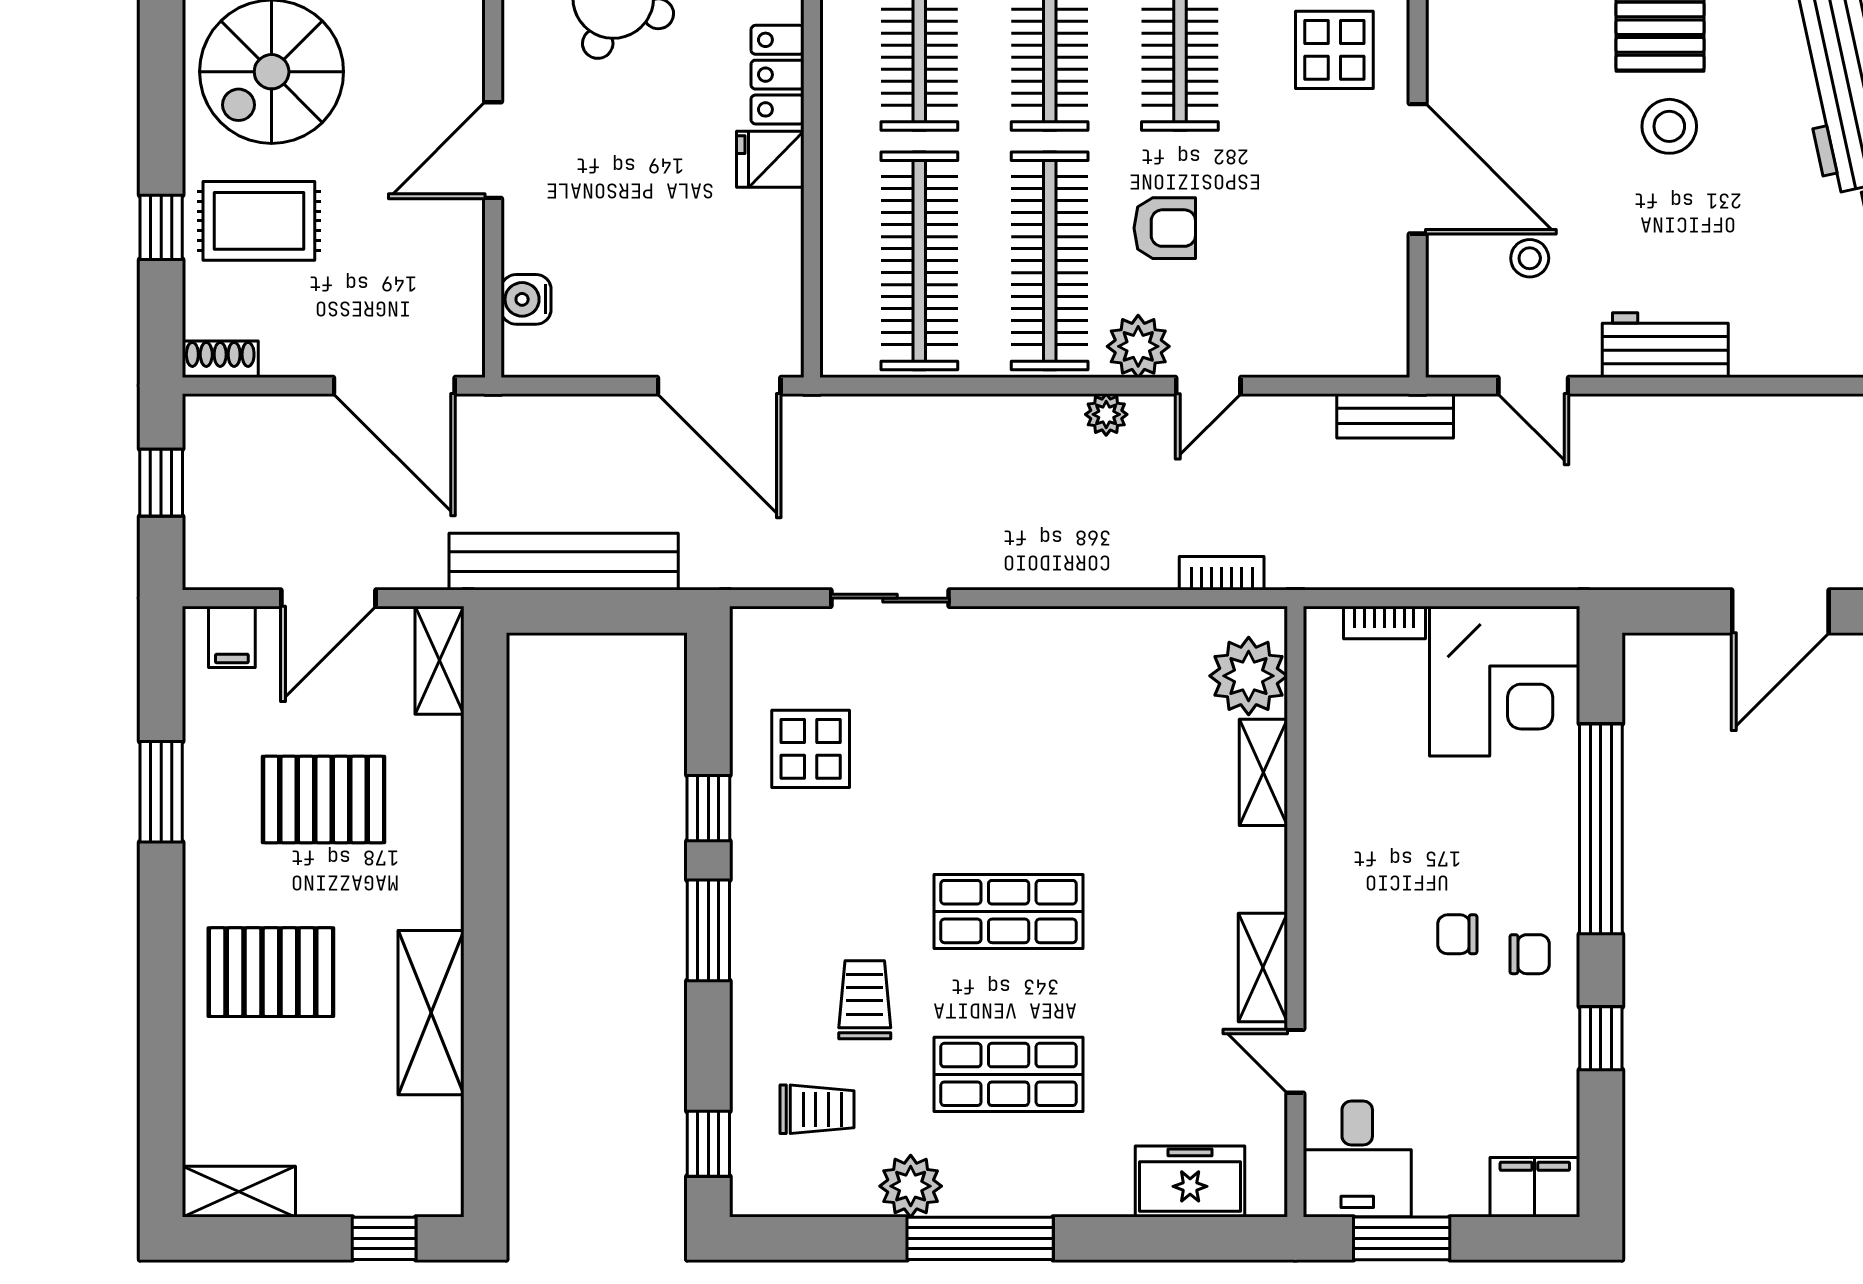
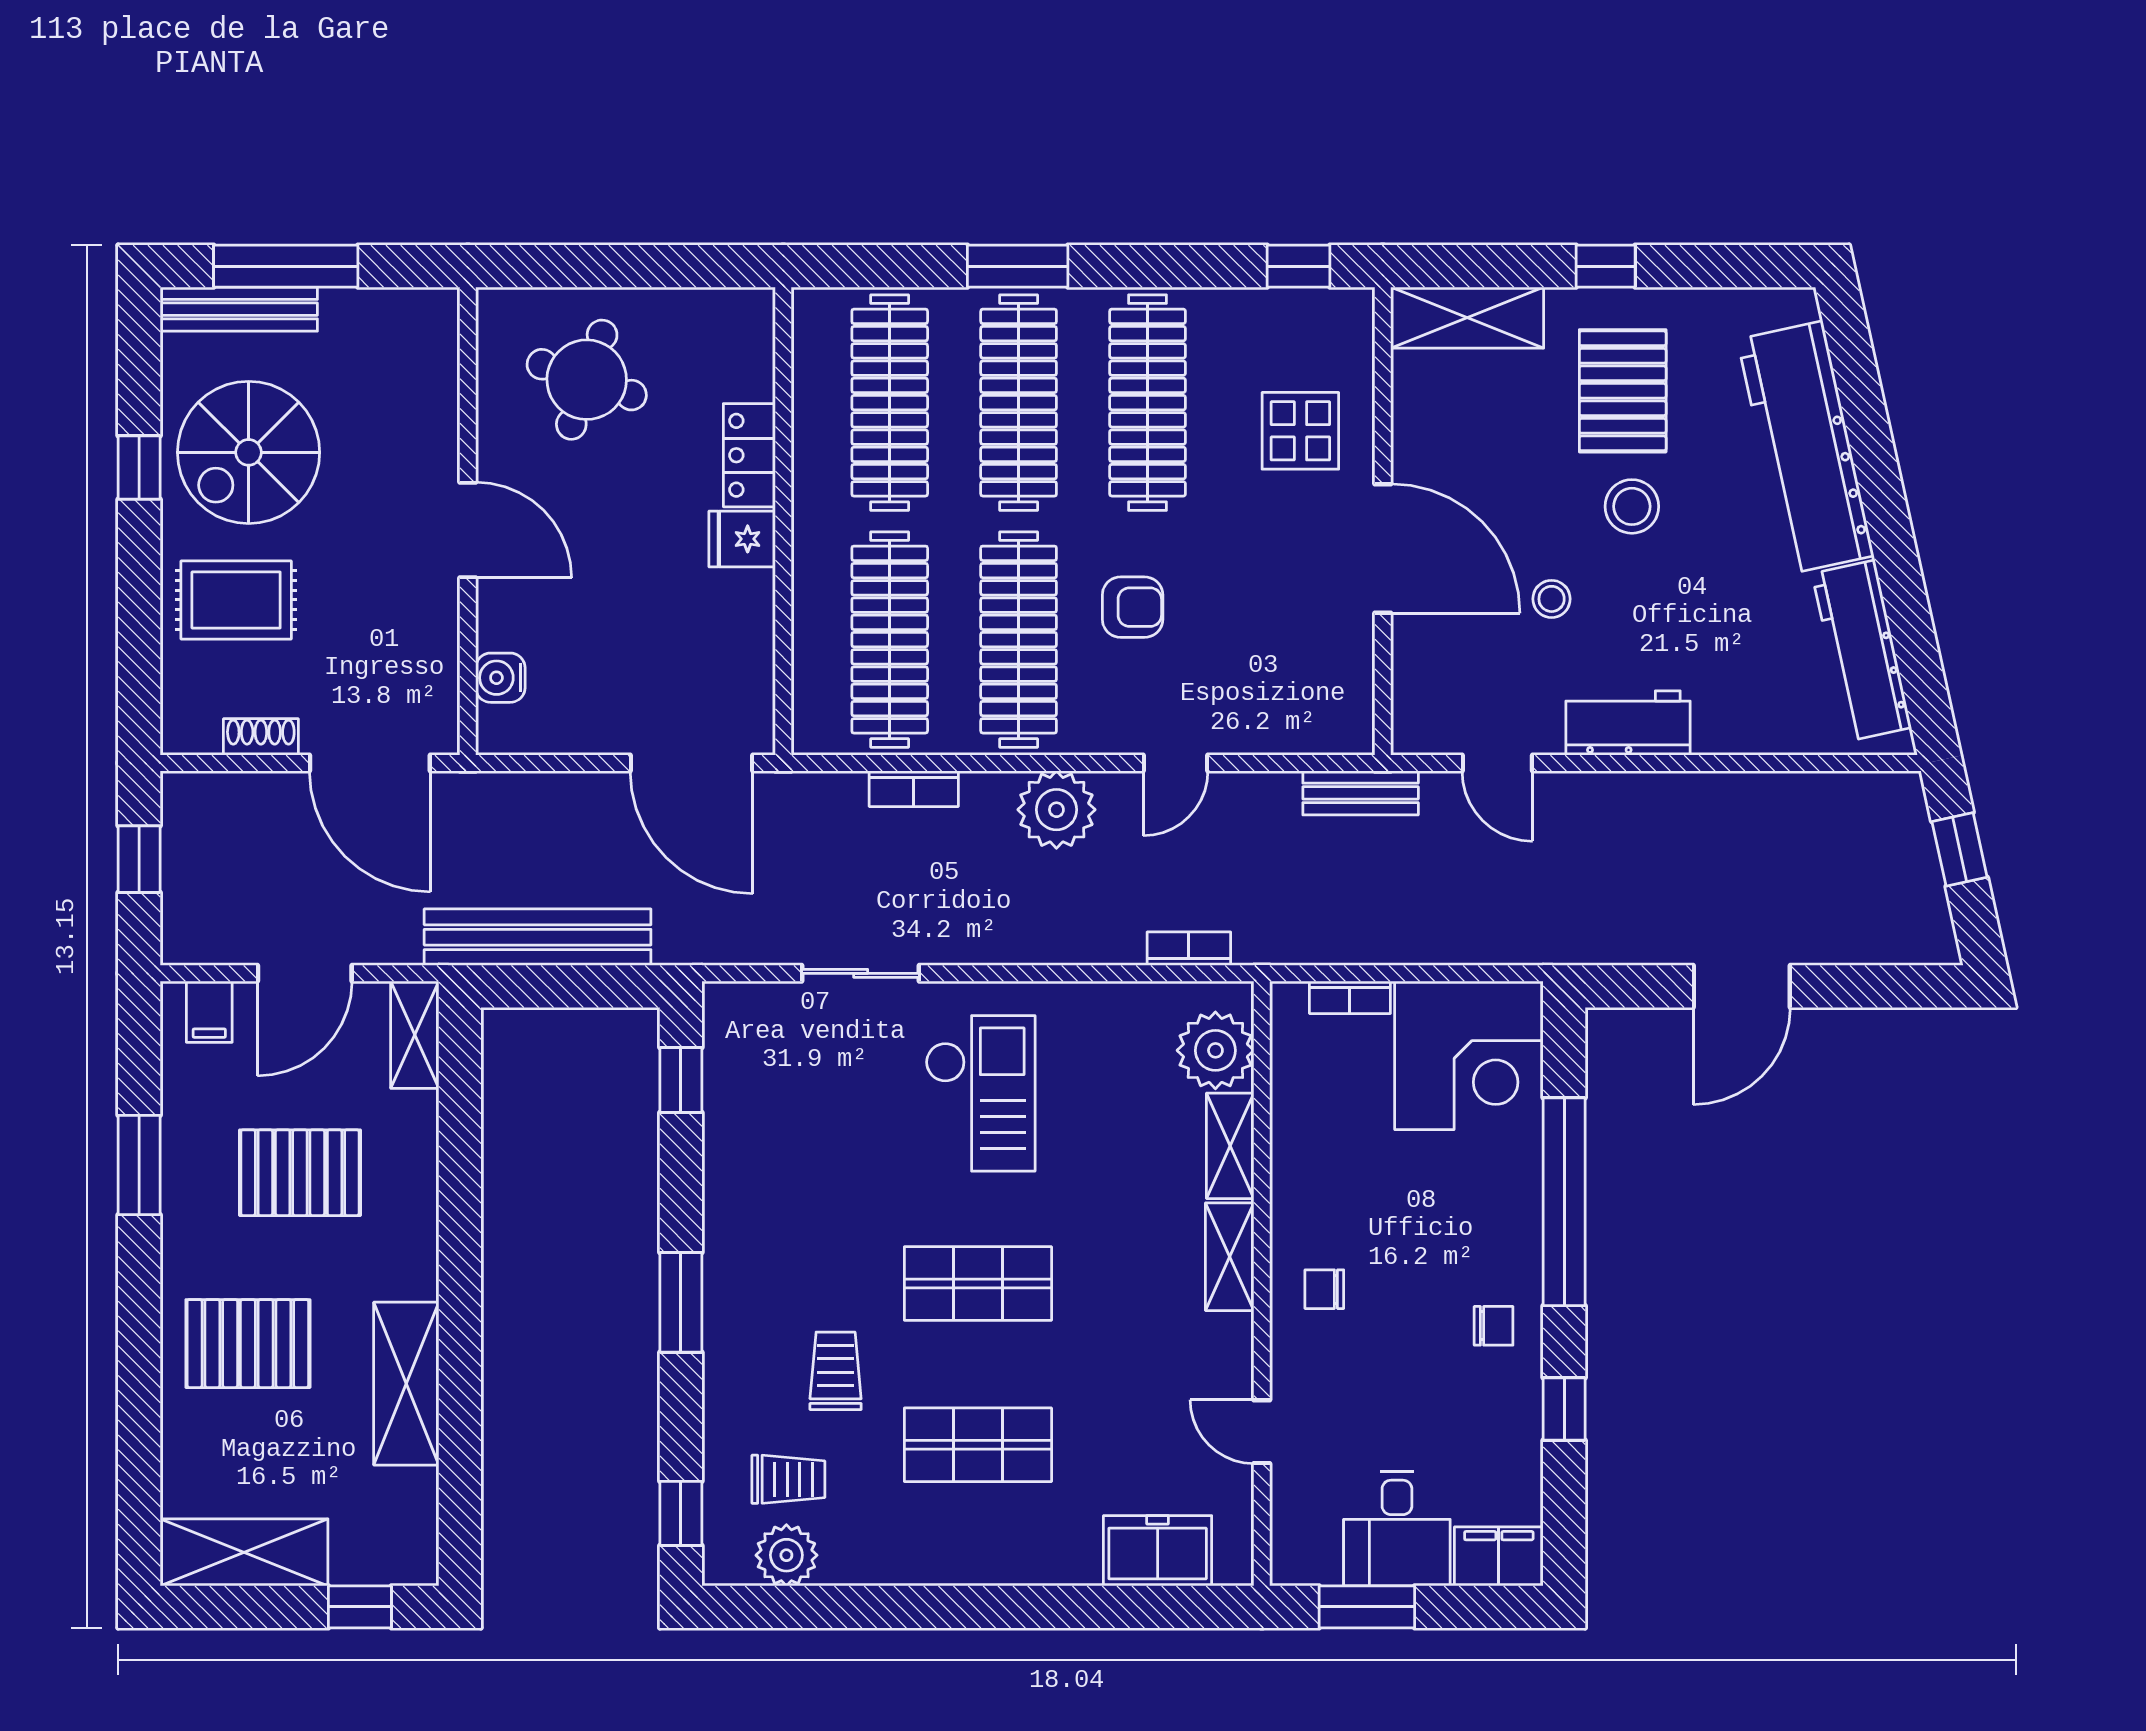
door: (493, 150) -> (468, 530), swing flipped
window: (161, 227) -> (139, 467), moved
stool: (1530, 258) -> (1552, 599), moved
plant: (1138, 346) -> (1106, 724), removed
shoe rack: (220, 359) -> (261, 737), moved
bookcase: (944, 412) -> (914, 789), added
plant: (1106, 414) -> (1056, 810), width x1.88, depth x1.88
checkout: (1011, 719) -> (980, 1093), added
display table: (811, 749) -> (782, 1123), removed
window: (708, 808) -> (681, 1080), moved
chair: (1457, 934) -> (1324, 1289), moved
shelving: (1263, 968) -> (1230, 1257), moved
desk: (1357, 1159) -> (1397, 1528), moved
plant: (911, 1186) -> (786, 1555), moved
shelving: (239, 1192) -> (244, 1552), width x1.50, depth x1.33
window: (980, 1238) -> (950, 1607), removed

